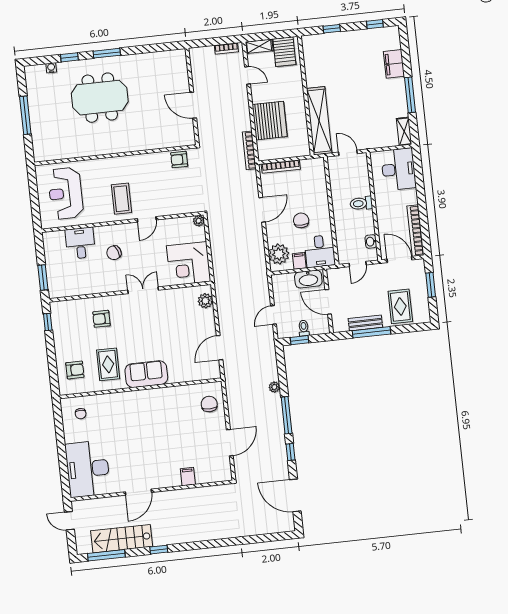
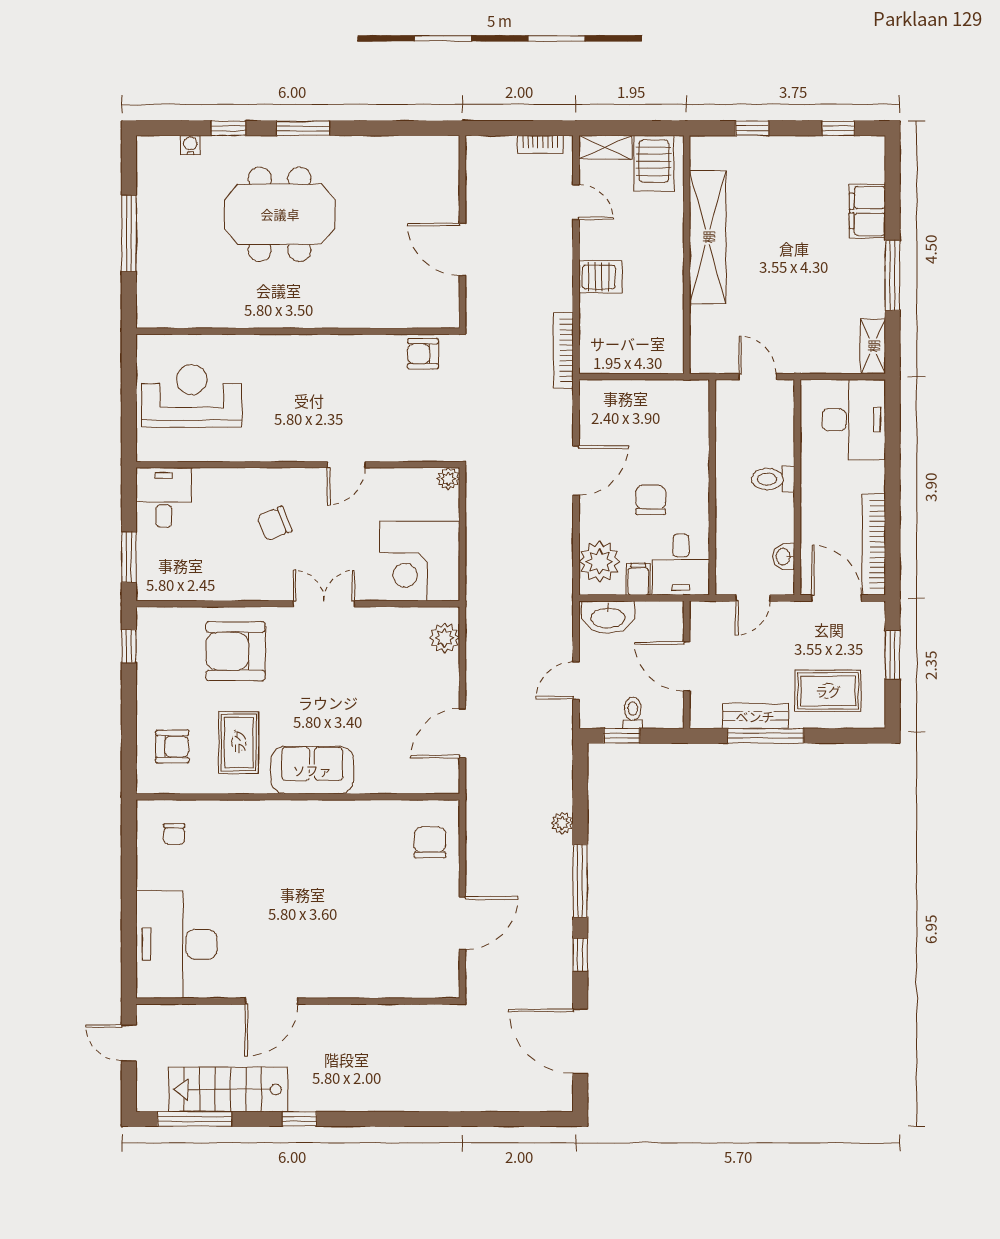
server rack: (270, 121) -> (600, 277), width x0.46, depth x0.70
shelving: (319, 121) -> (708, 237), moved
bookcase: (281, 167) -> (622, 389), removed
reception desk: (66, 193) -> (192, 396), turned 90
coffee table: (121, 199) -> (301, 418), removed
desk: (80, 243) -> (164, 497), moved
washbasin: (308, 279) -> (608, 617), moved
rug: (400, 306) -> (828, 691), turned 90
armchair: (101, 319) -> (236, 651), width x1.88, depth x1.88
filing cabinet: (188, 477) -> (372, 981), removed

